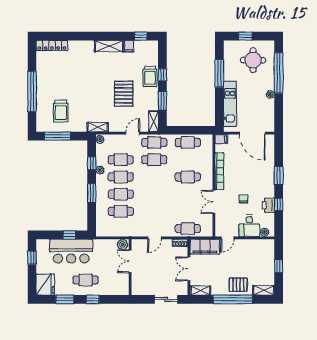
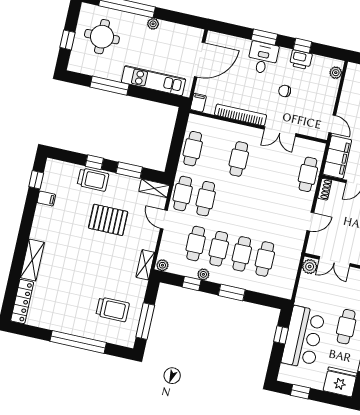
shelving: (109, 46) -> (32, 260), moved
desk: (249, 226) -> (263, 58), moved, turned -90
door: (155, 238) -> (310, 222), hinge flipped

